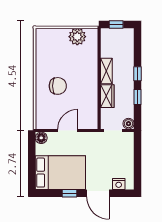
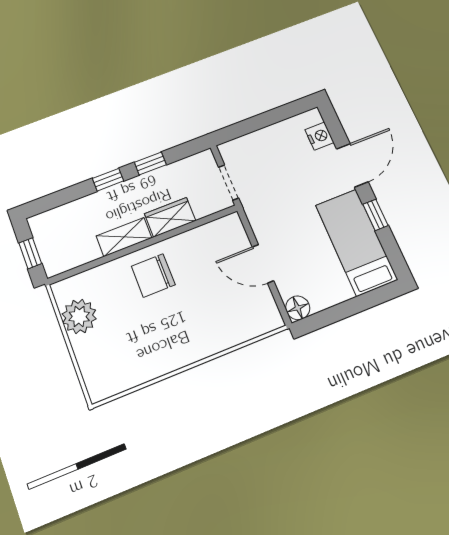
chair: (58, 86) -> (153, 275), moved, turned -90
boiler: (129, 124) -> (205, 161), removed
bed: (60, 173) -> (356, 242), width x0.67

